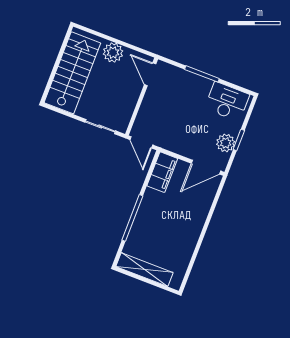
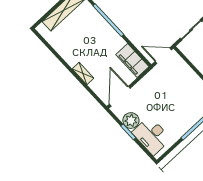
desk: (227, 102) -> (152, 136), moved, turned 90
shelving: (201, 217) -> (83, 74), added

